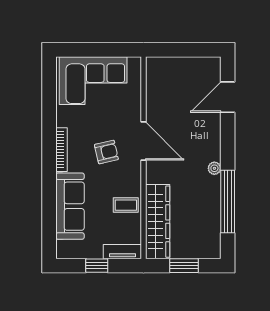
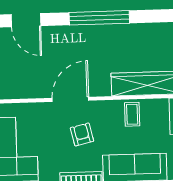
plant: (214, 168) -> (94, 31), removed
window: (228, 202) -> (99, 18), moved

